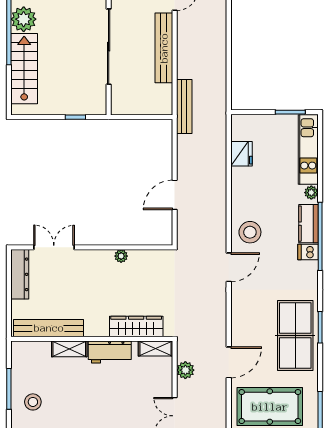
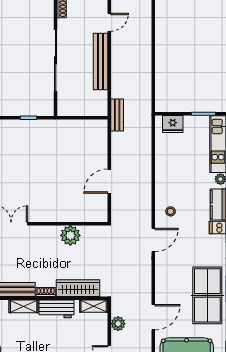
bench: (184, 106) -> (117, 115), width x0.73
fridge: (241, 154) -> (173, 124), moved, turned 90
stool: (250, 232) -> (171, 211), width x0.53, depth x0.53
plant: (121, 256) -> (70, 235), width x1.88, depth x1.88
shoe rack: (96, 331) -> (46, 292), added

